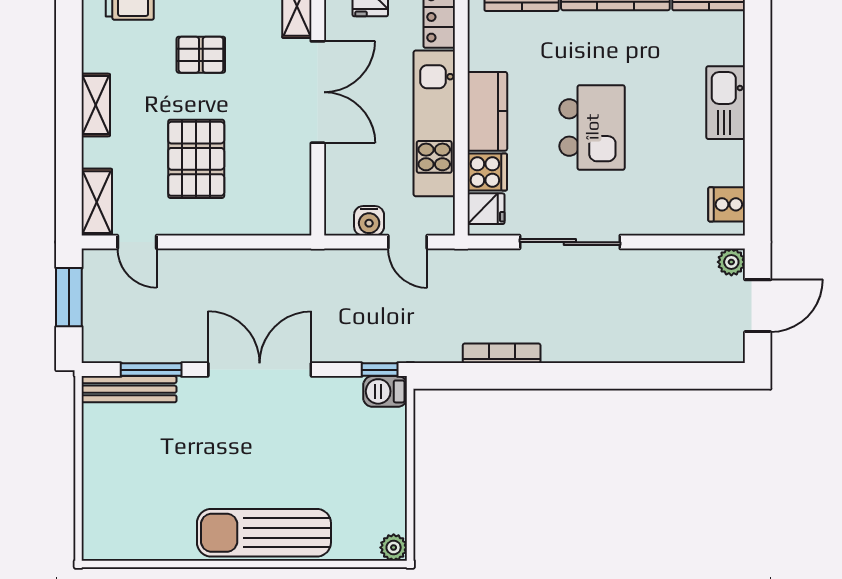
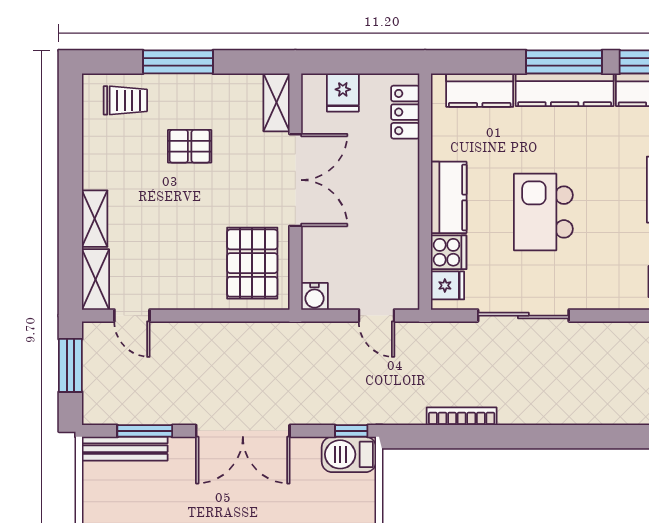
shelving: (96, 105) -> (95, 219), moved
kitchen unit: (434, 123) -> (401, 208), removed
kitchen island: (592, 127) -> (543, 212), turned 180
pallet: (196, 159) -> (252, 263), moved
water cooler: (369, 221) -> (314, 296), moved
double door: (260, 370) -> (243, 431), swing flipped
barbecue: (385, 391) -> (349, 454), width x1.38, depth x1.27

